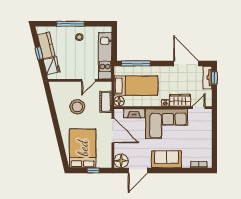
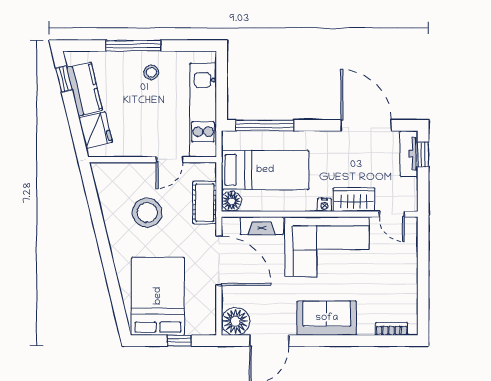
window: (39, 53) -> (64, 79), moved
door: (199, 108) -> (392, 214), swing flipped

